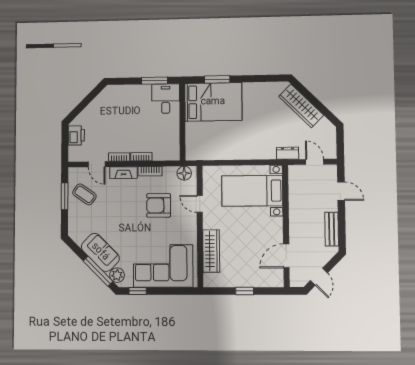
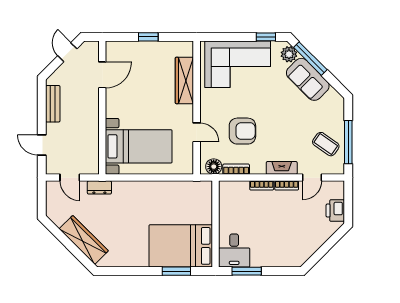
door: (97, 164) -> (312, 178), swing flipped
bookcase: (150, 171) -> (236, 169), moved
window: (65, 196) -> (348, 142), width x1.44

